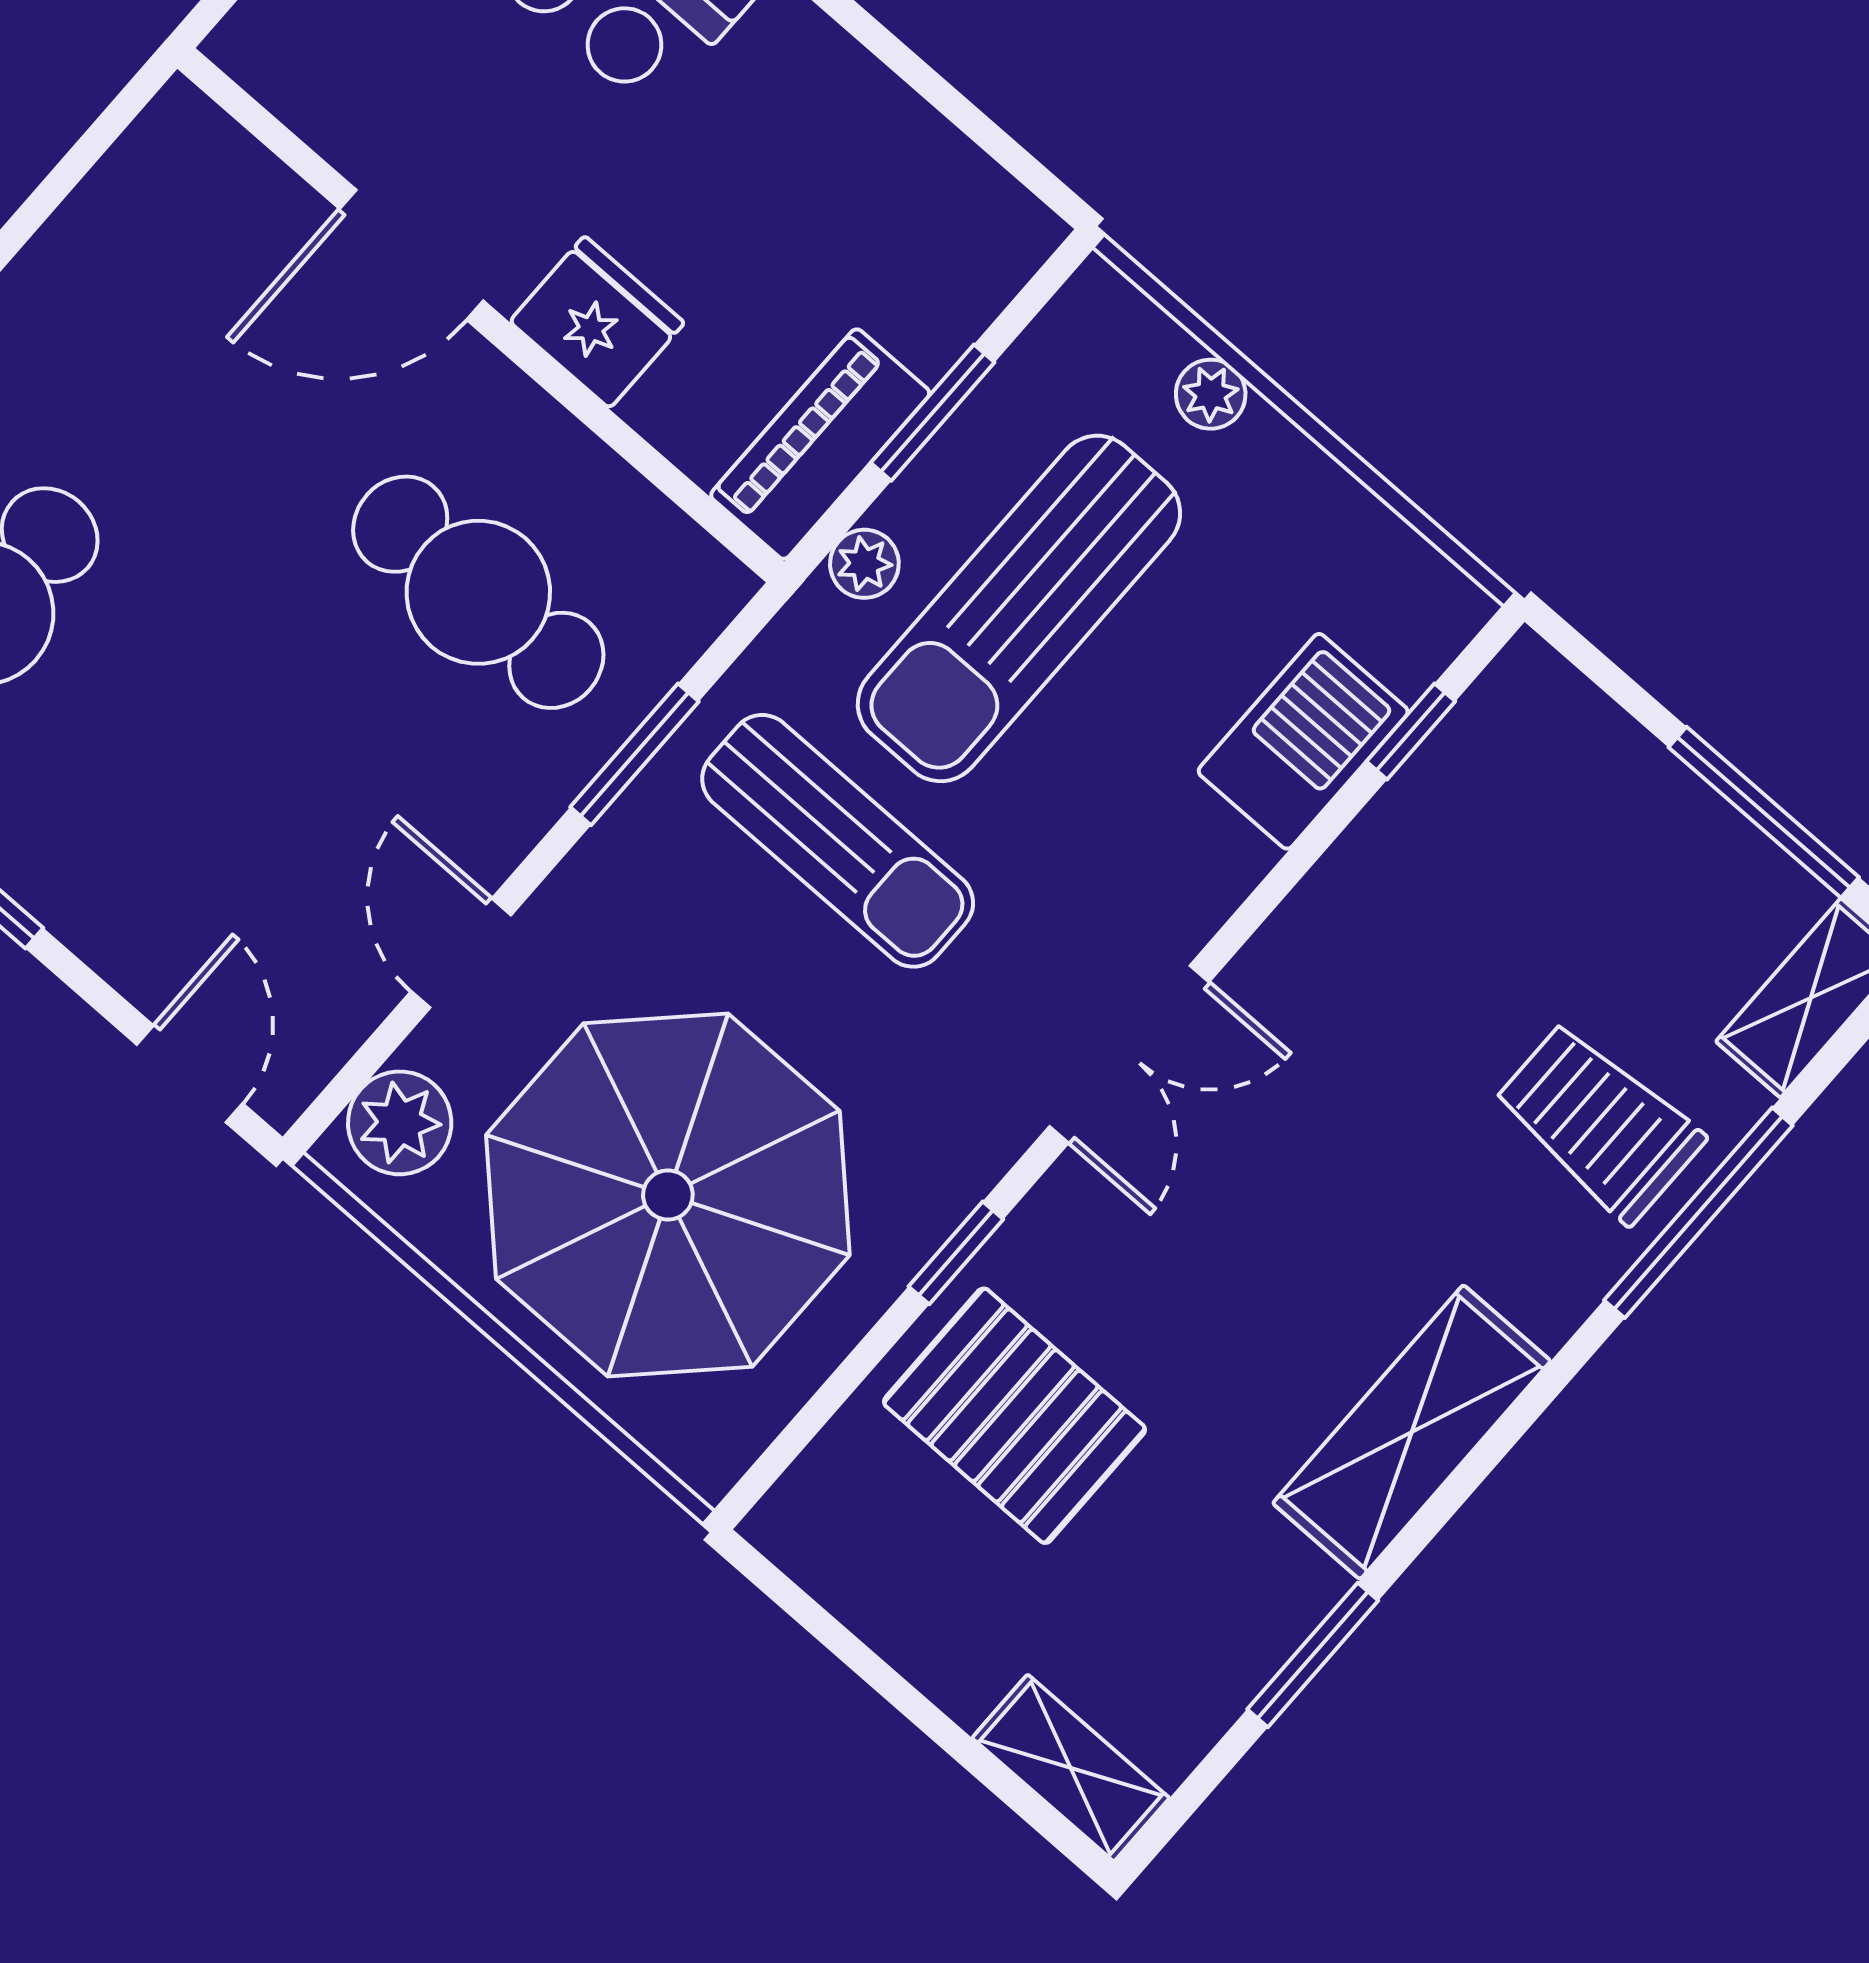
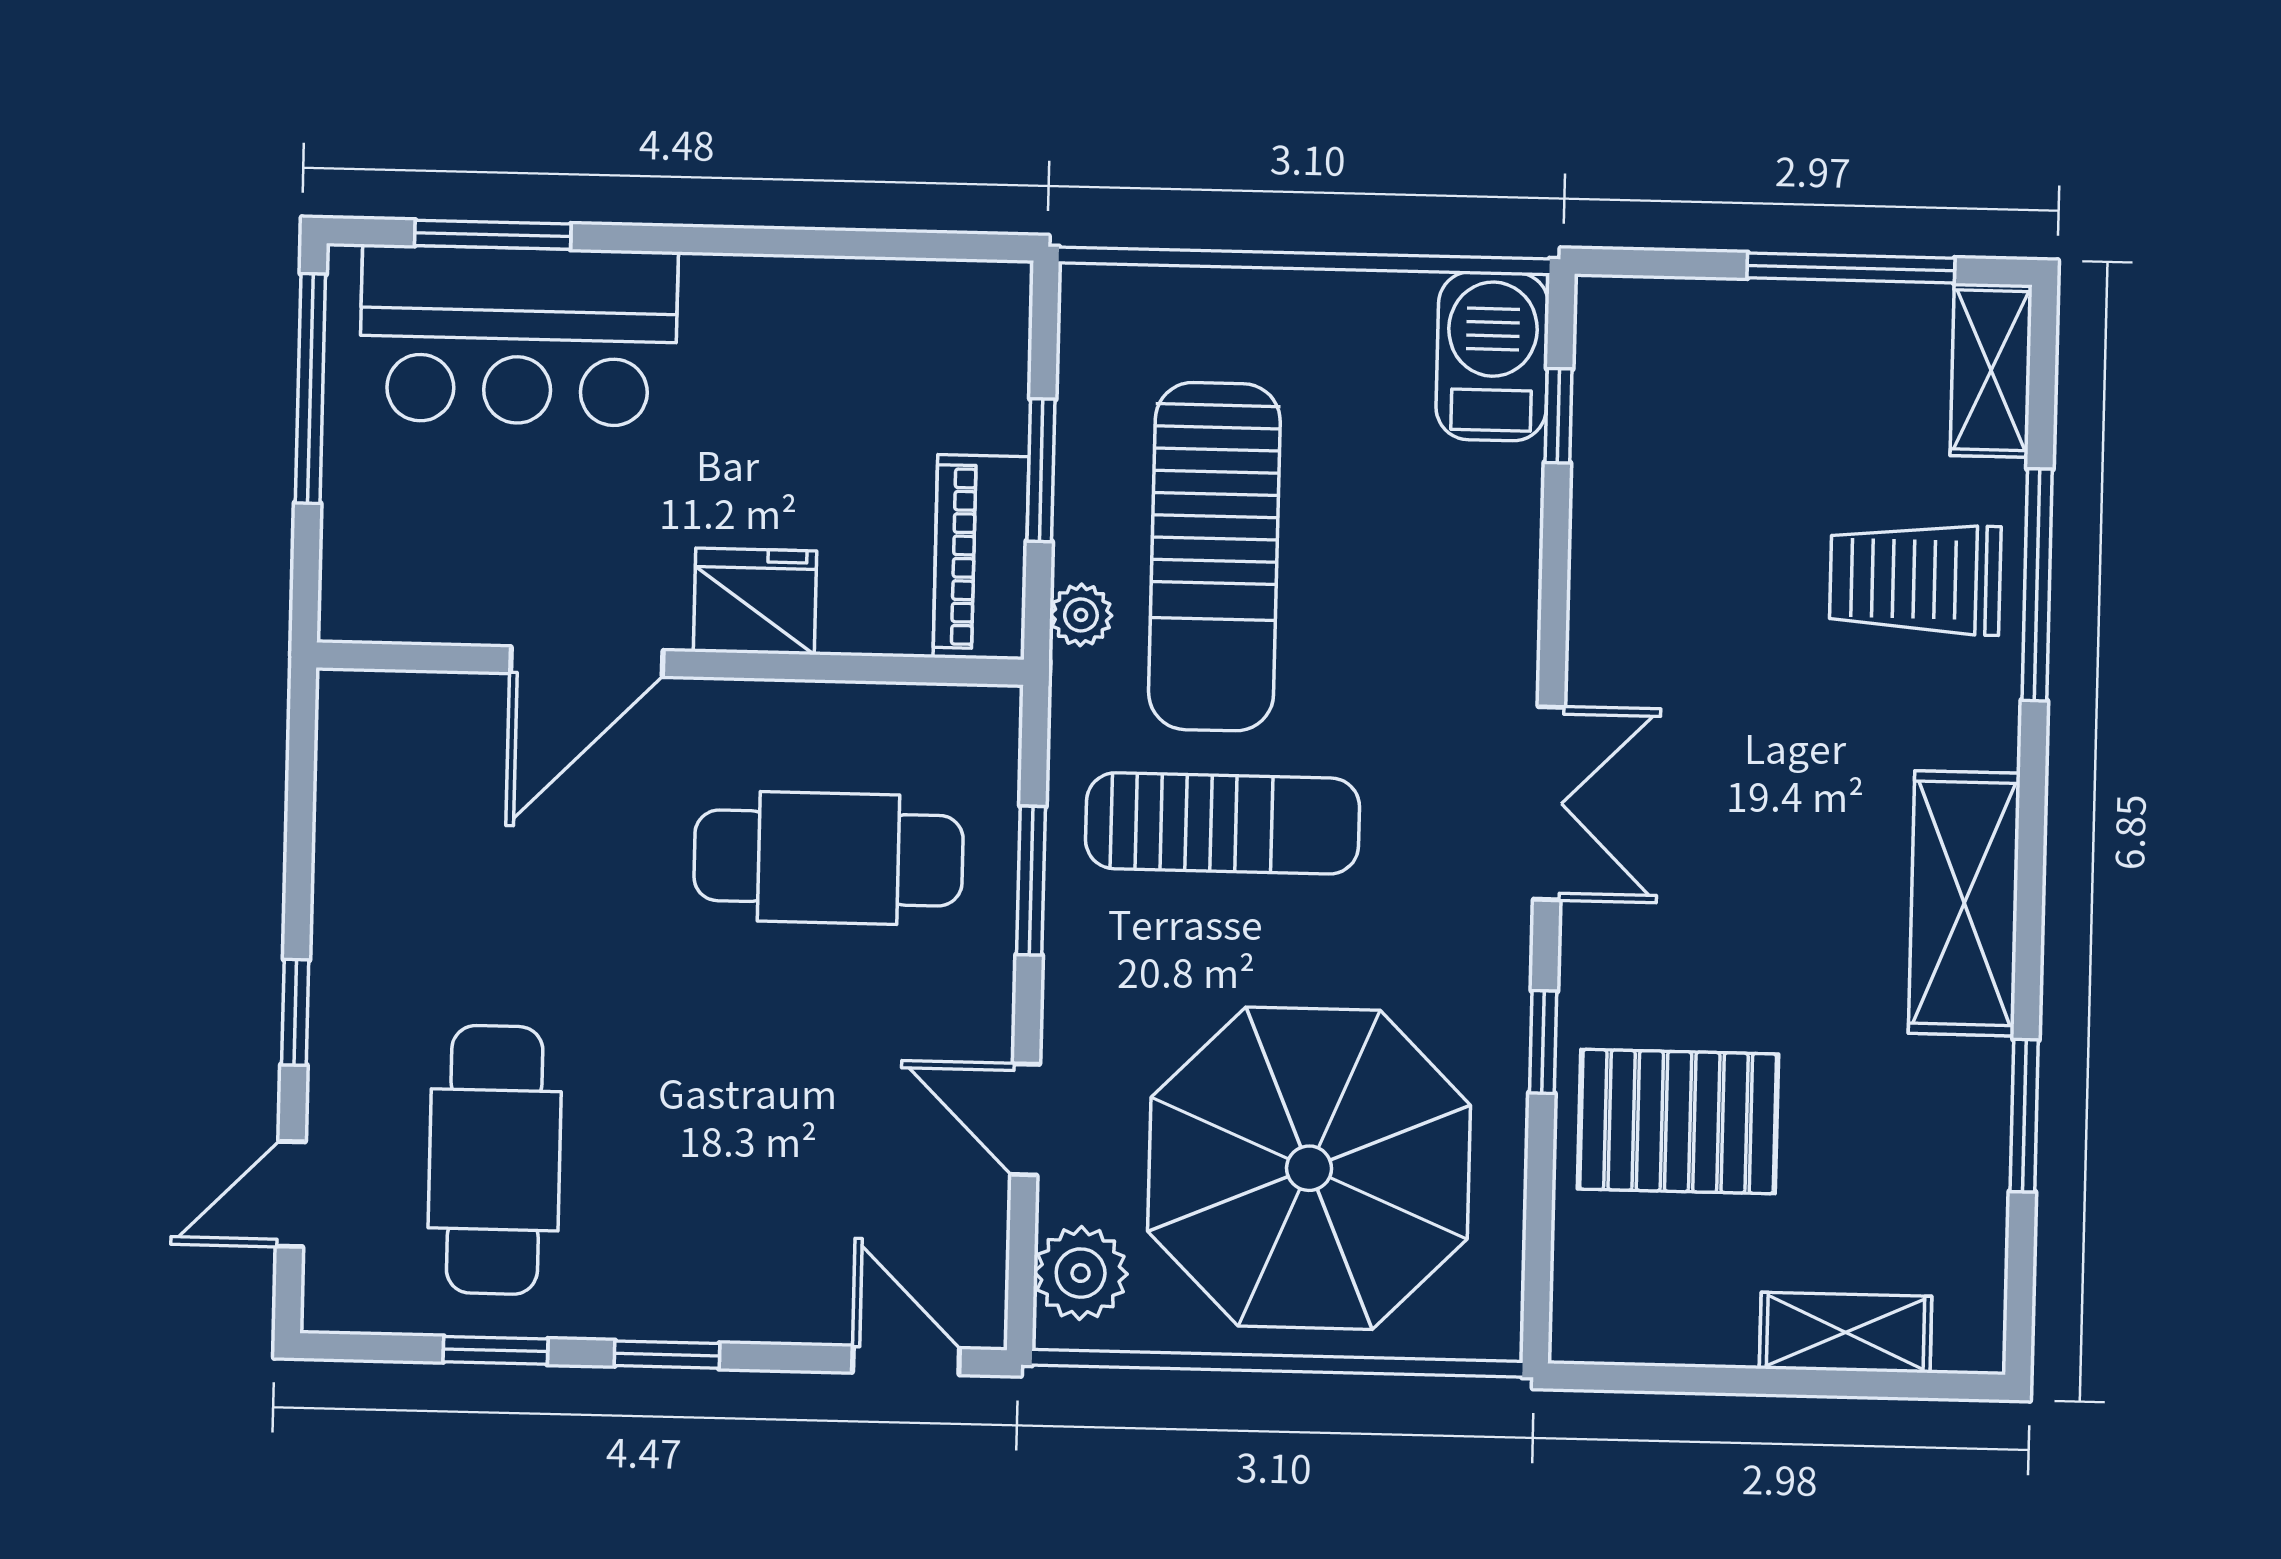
plant: (1211, 394) -> (1224, 297), removed
barbecue: (1303, 741) -> (1492, 356), moved
shelving: (1071, 1768) -> (1846, 1332), moved

